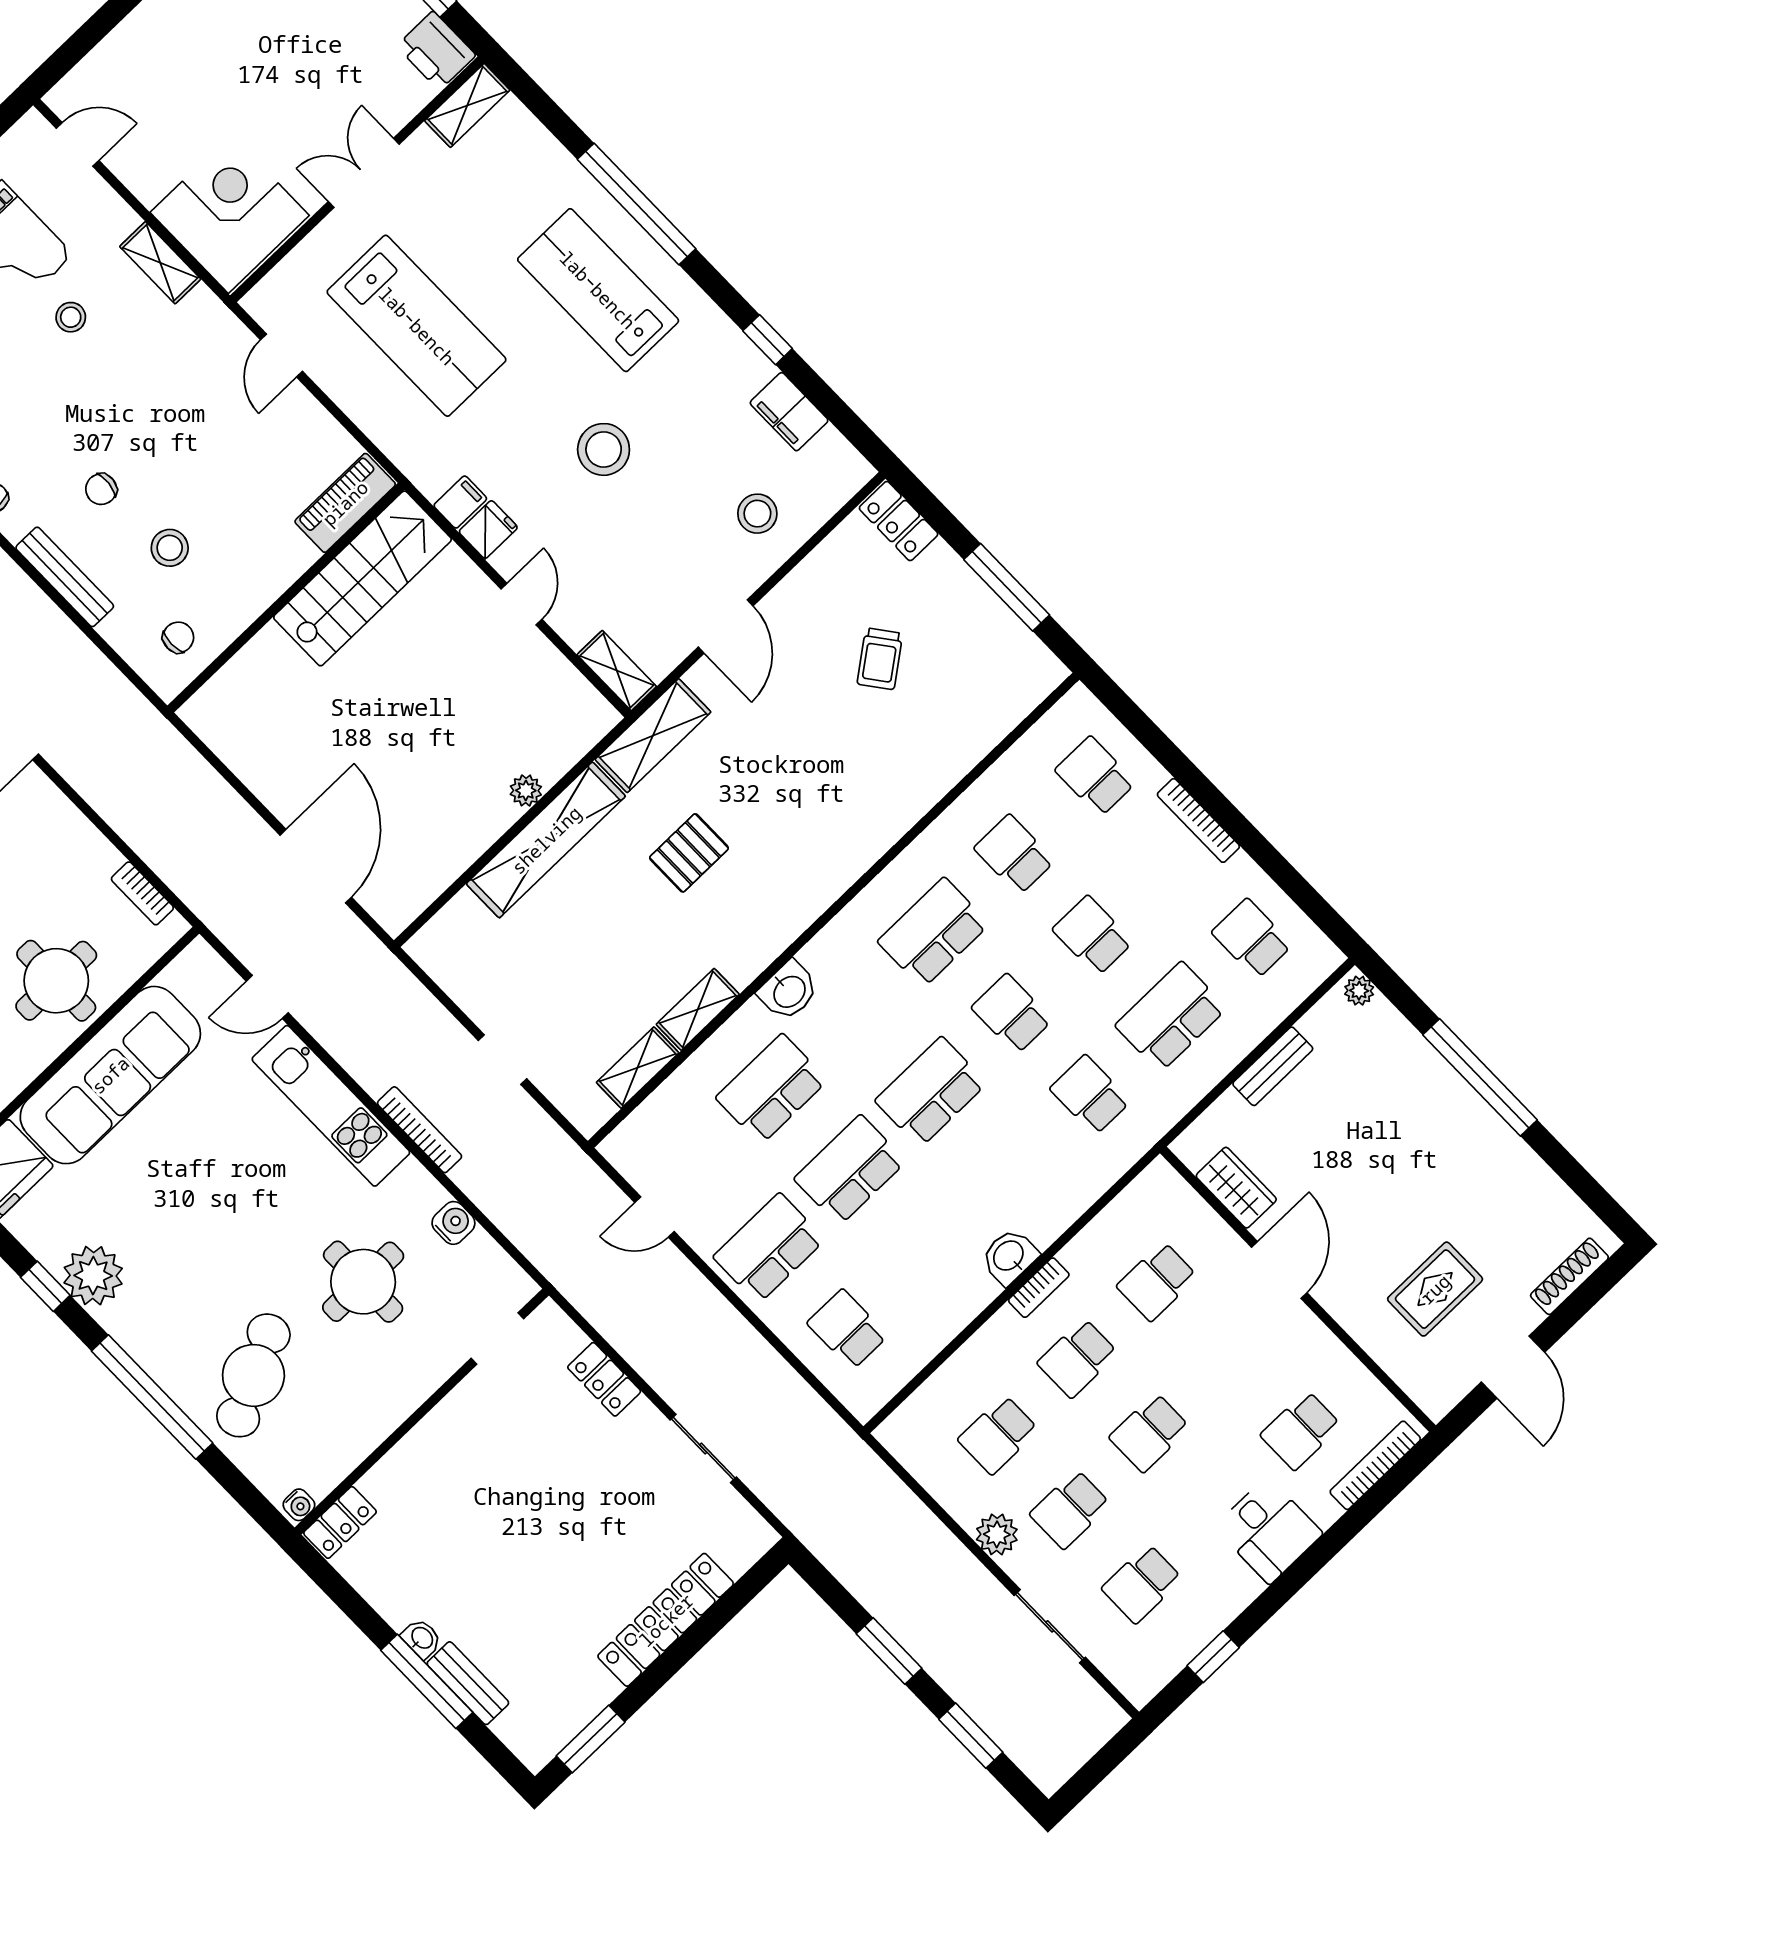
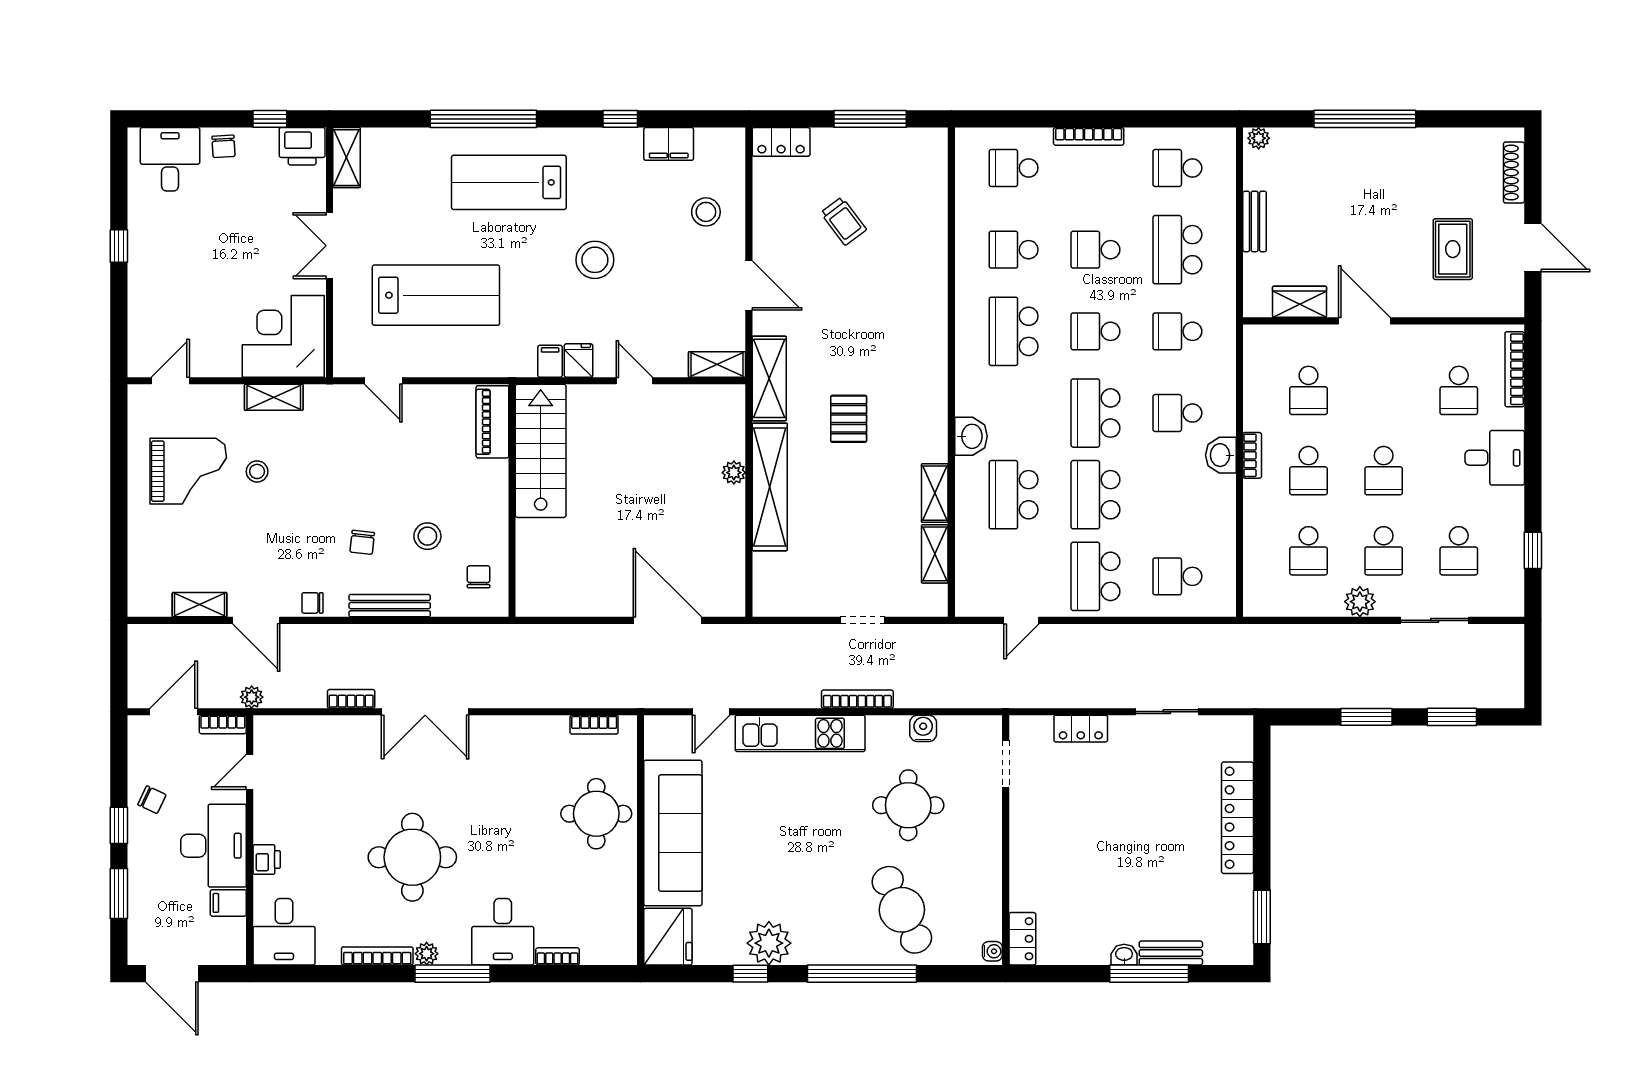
school desk: (1009, 1173) -> (1177, 413), added

